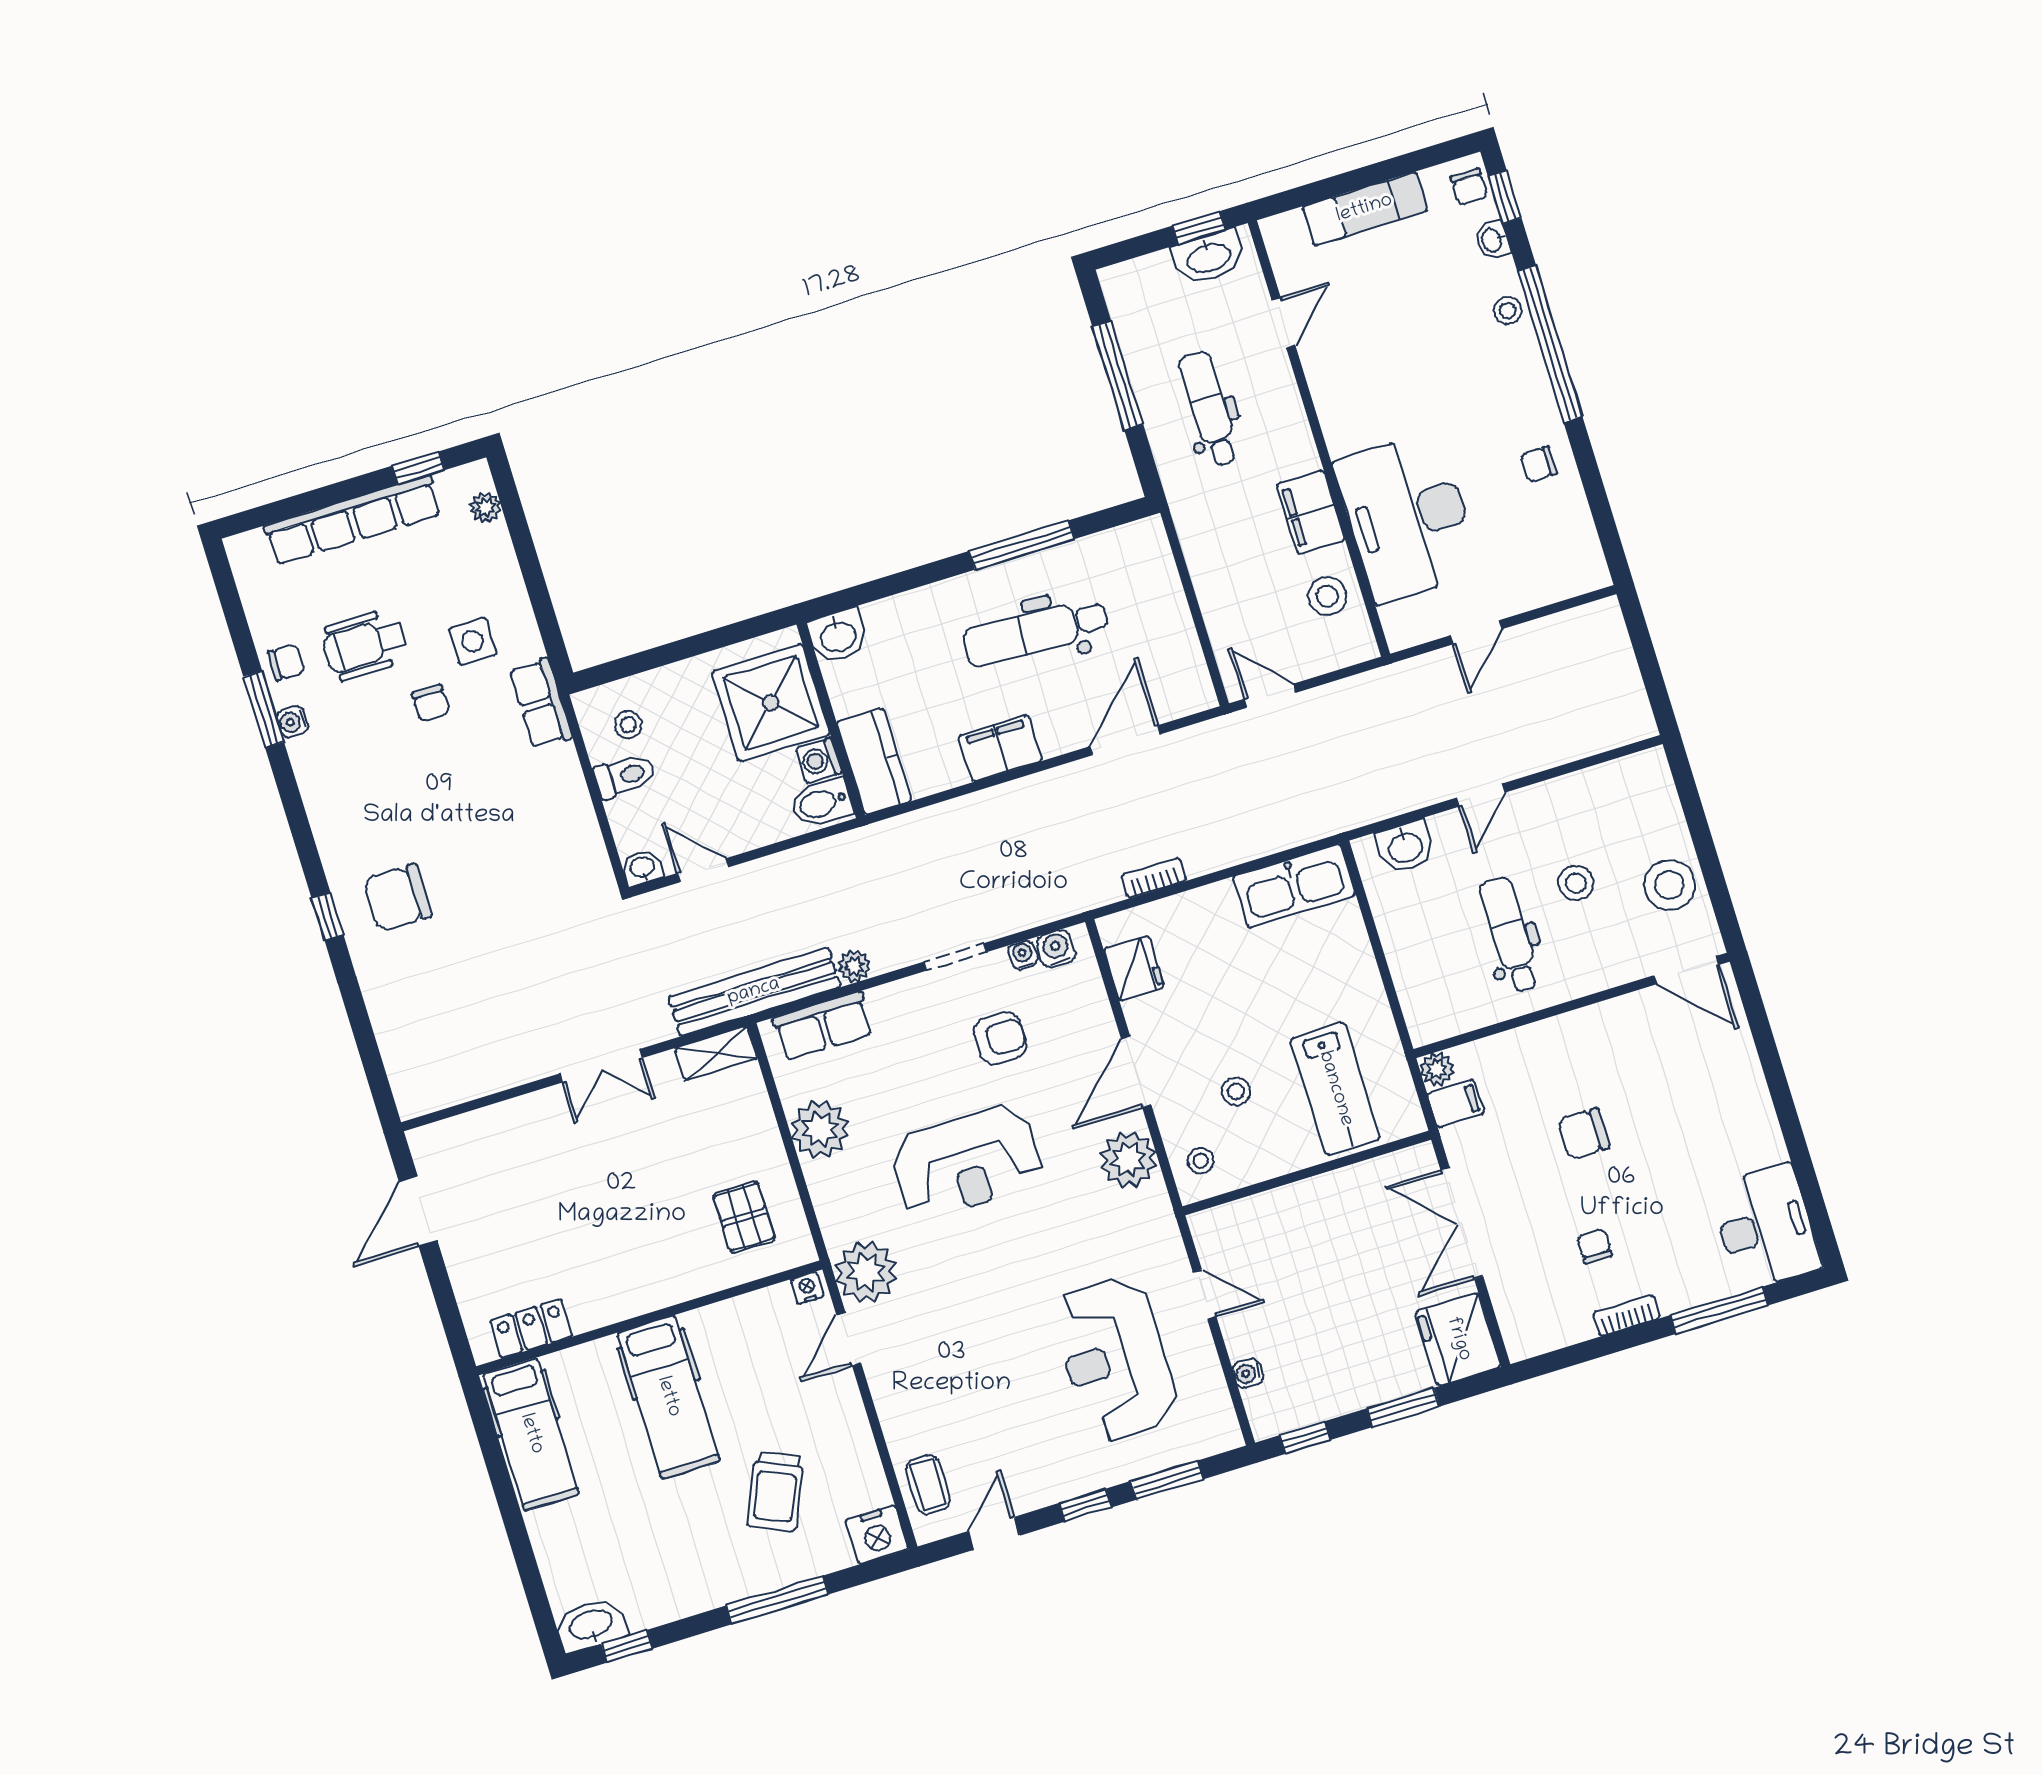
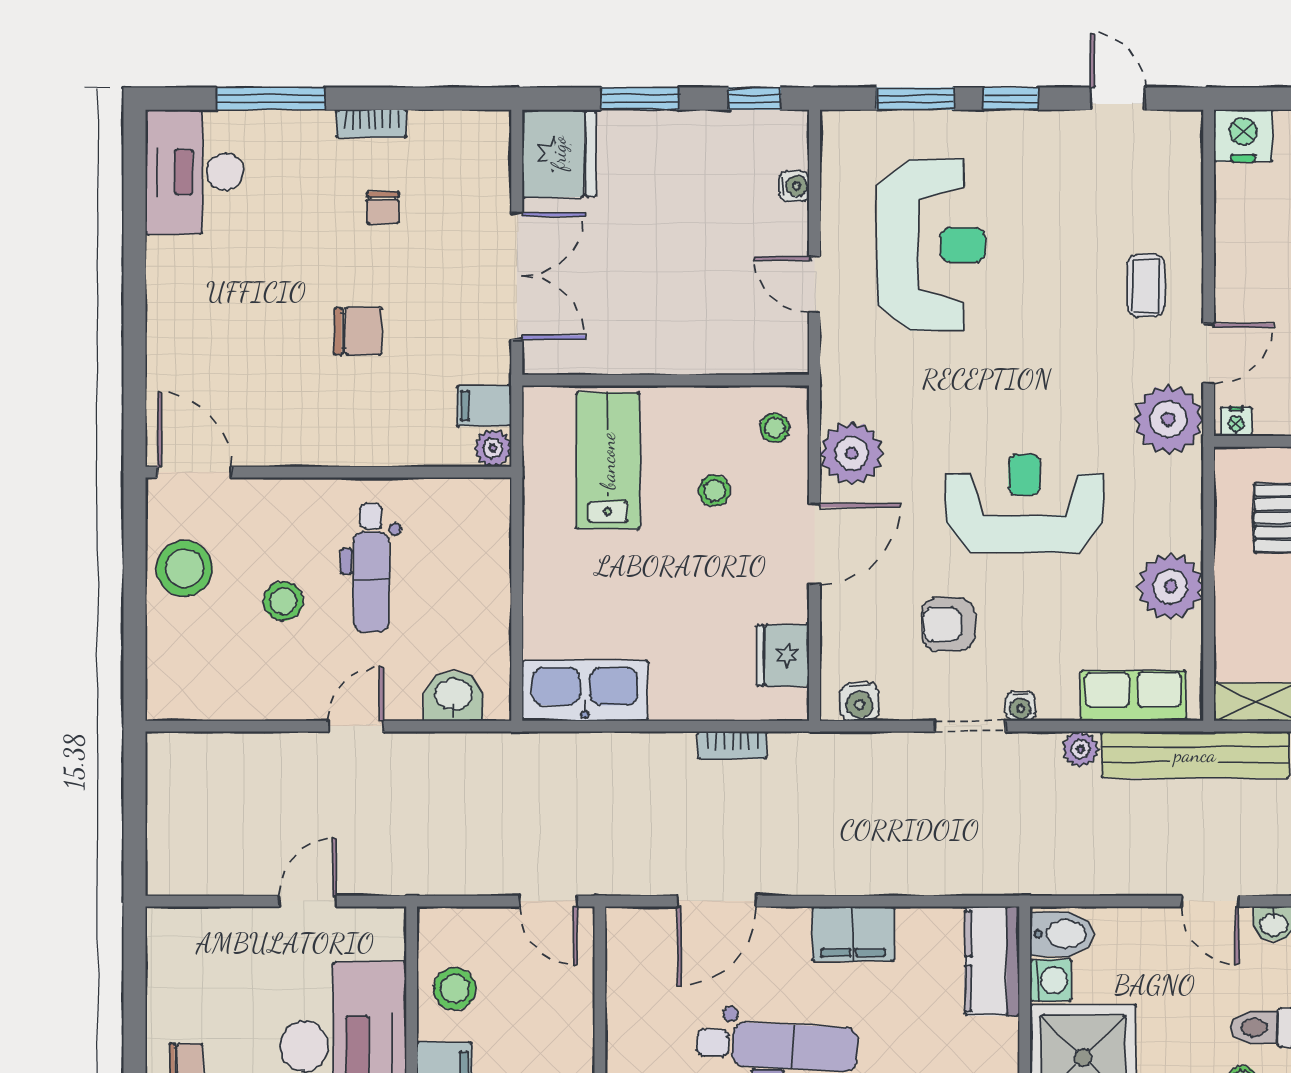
water cooler: (1023, 955) -> (1020, 706), moved
coffee table: (928, 1485) -> (1146, 285), moved
door: (994, 1533) -> (1117, 99), swing flipped

